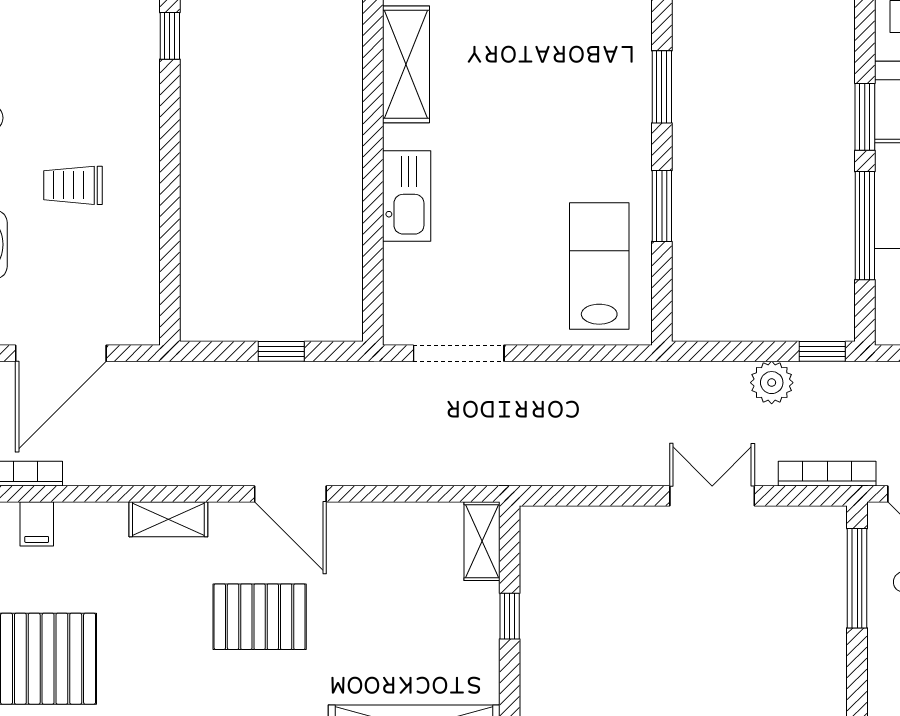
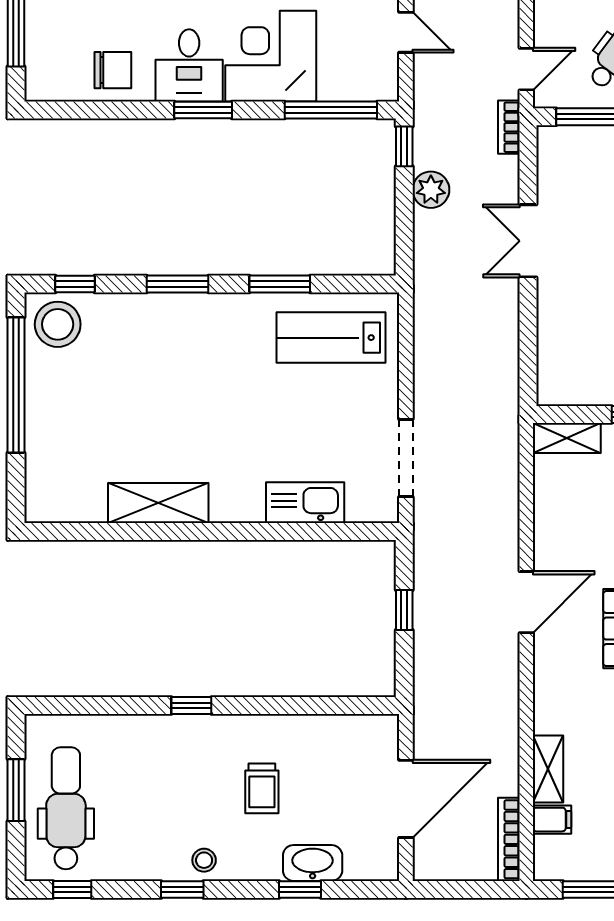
window: (170, 36) -> (191, 705), moved
kitchen sink: (407, 196) -> (305, 503), moved
window: (865, 226) -> (331, 110), moved
door: (61, 353) -> (406, 799), hinge flipped
bookcase: (827, 474) -> (509, 127), width x0.64
shelving: (168, 519) -> (548, 769), moved

